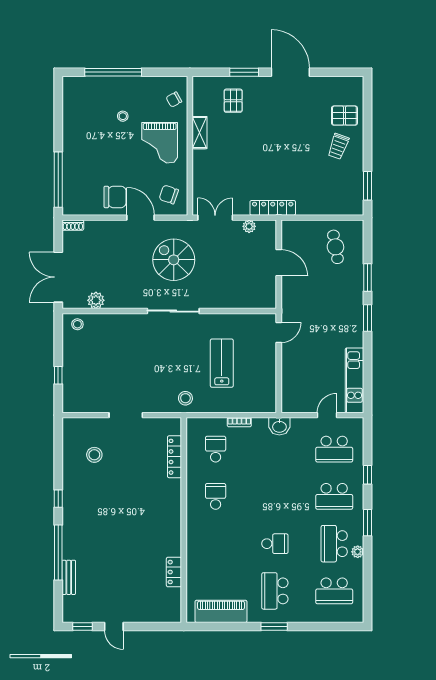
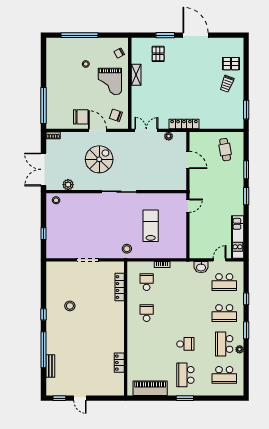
spiral stairs: (174, 260) -> (99, 159), moved, turned 90
washbasin: (279, 426) -> (201, 267), moved
stool: (94, 455) -> (70, 306), moved

